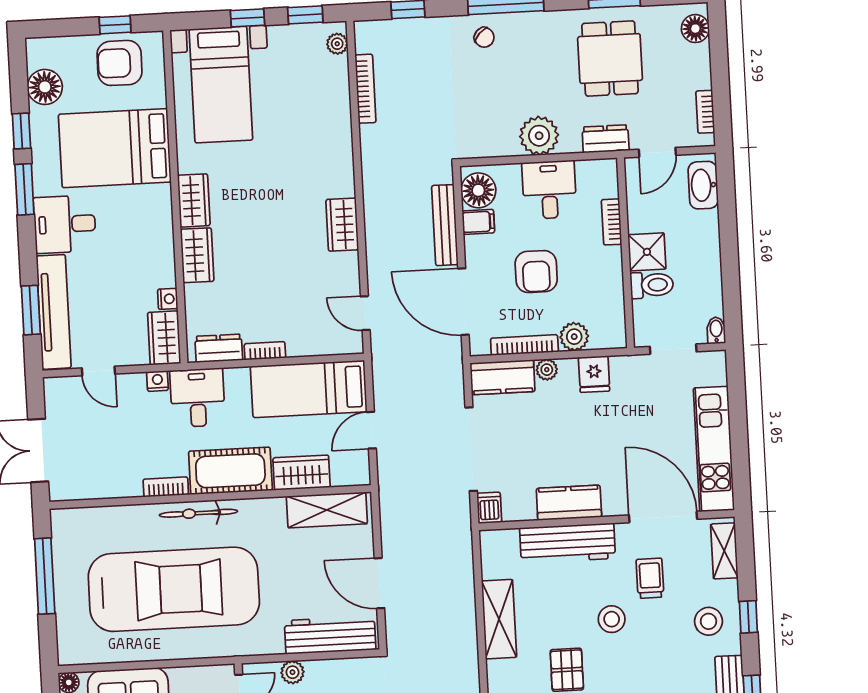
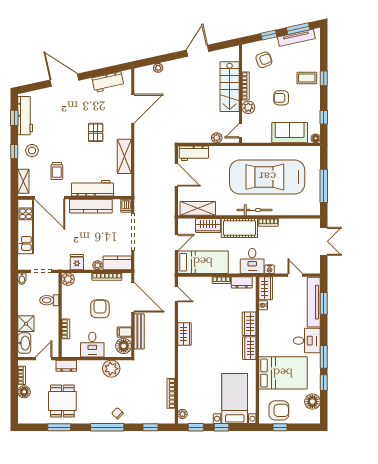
floor lamp: (695, 29) -> (24, 392), moved
plant: (539, 136) -> (111, 369), moved
shower: (647, 252) -> (26, 324), moved
plant: (574, 337) -> (68, 279), moved
kitchen counter: (569, 503) -> (91, 206), width x1.50
stool: (612, 619) -> (75, 154), removed
workbench: (330, 635) -> (194, 153), width x0.73

